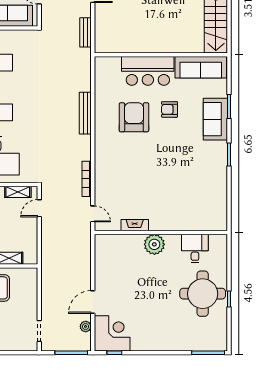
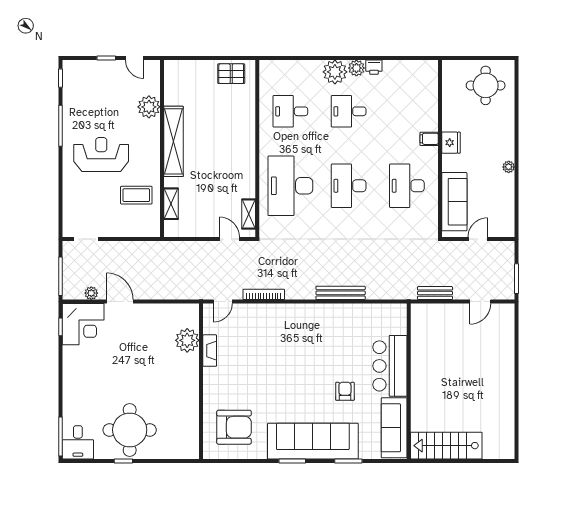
armchair: (134, 117) -> (234, 427), moved
sofa: (215, 119) -> (313, 441), width x1.85, depth x1.27
plant: (154, 244) -> (187, 340), moved
desk: (195, 248) -> (78, 442), moved, turned 90

